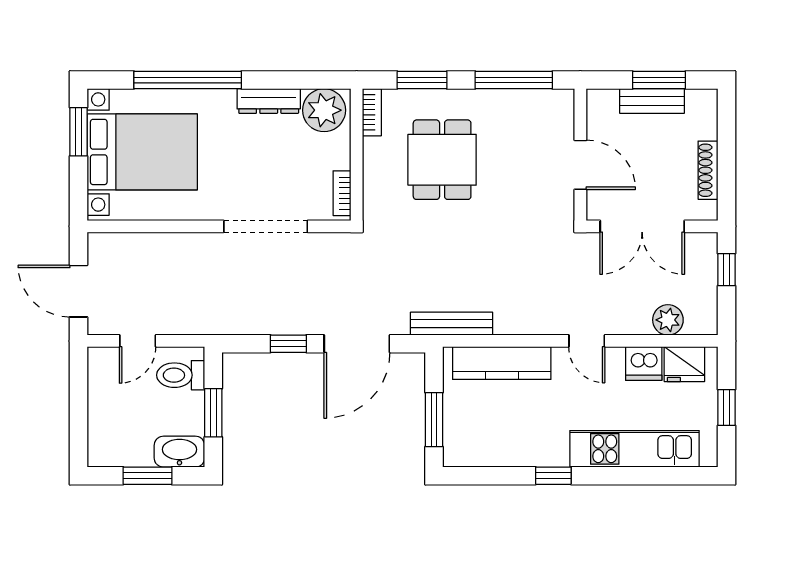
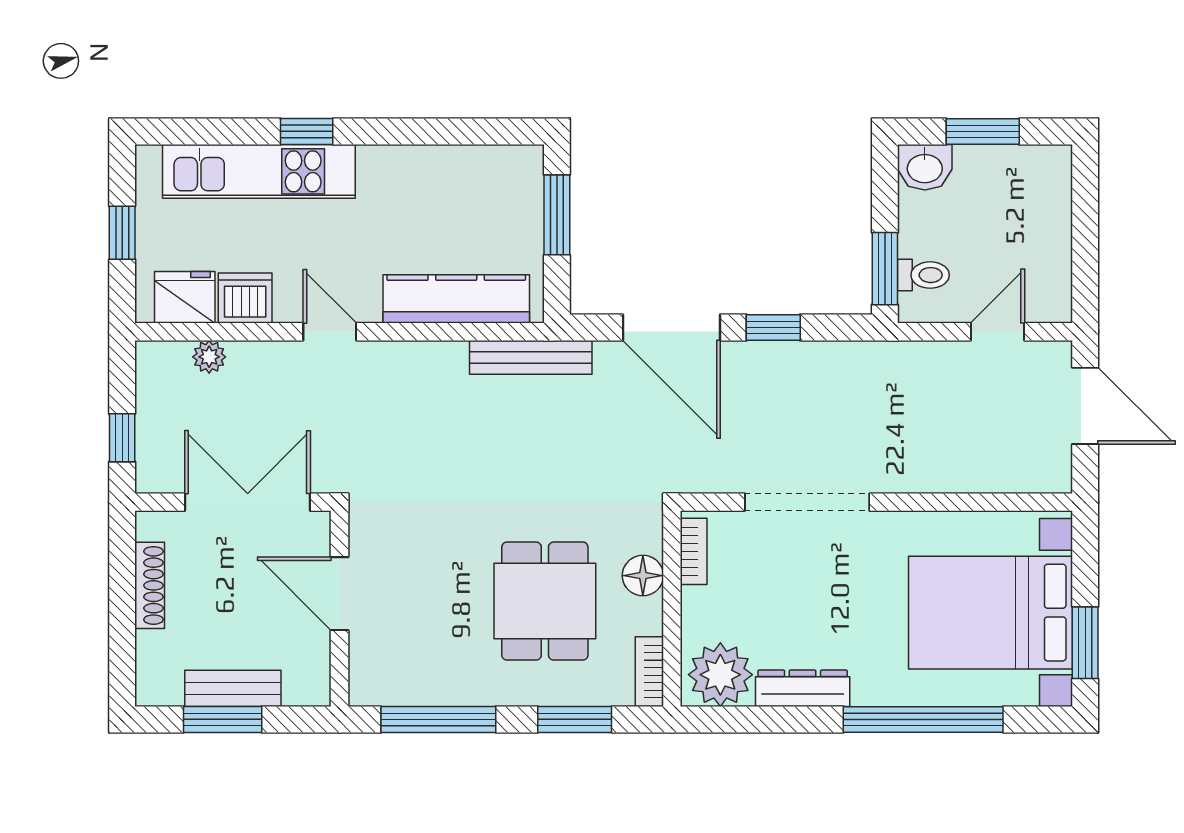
floor lamp: (376, 177) -> (643, 576), added
plant: (668, 320) -> (209, 357), width x0.73, depth x0.73
door: (357, 344) -> (671, 327), swing flipped
toilet: (181, 375) -> (923, 275), width x0.73, depth x0.72
window: (213, 413) -> (885, 269), moved
washbasin: (179, 452) -> (925, 167), width x0.72
window: (553, 476) -> (307, 131), moved

